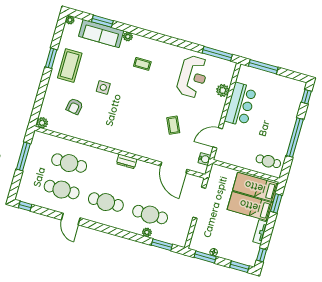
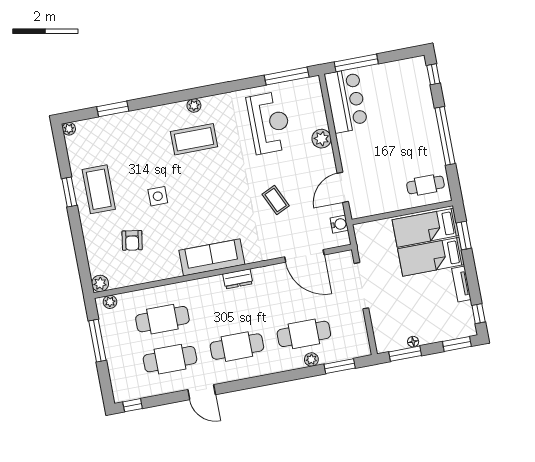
sofa: (101, 34) -> (212, 257), moved, turned 180
plant: (128, 37) -> (194, 105), moved
coffee table: (142, 64) -> (194, 139), width x1.86, depth x1.72
plant: (223, 90) -> (321, 139), moved
bar counter: (241, 104) -> (346, 101), moved
plant: (43, 137) -> (110, 302), added

